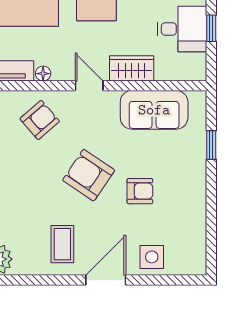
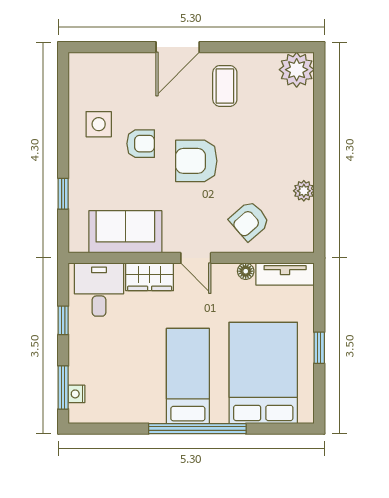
desk: (182, 29) -> (99, 290), moved, turned 90
armchair: (89, 175) -> (196, 161), turned 146
armchair: (140, 191) -> (141, 144), turned 180
side table: (152, 257) -> (99, 124), moved

